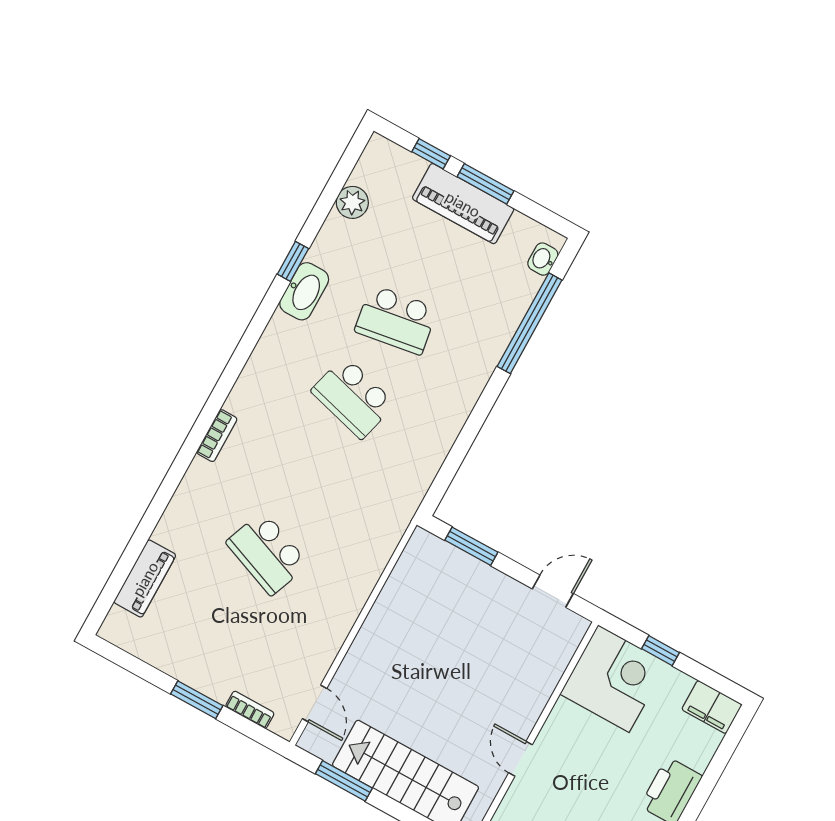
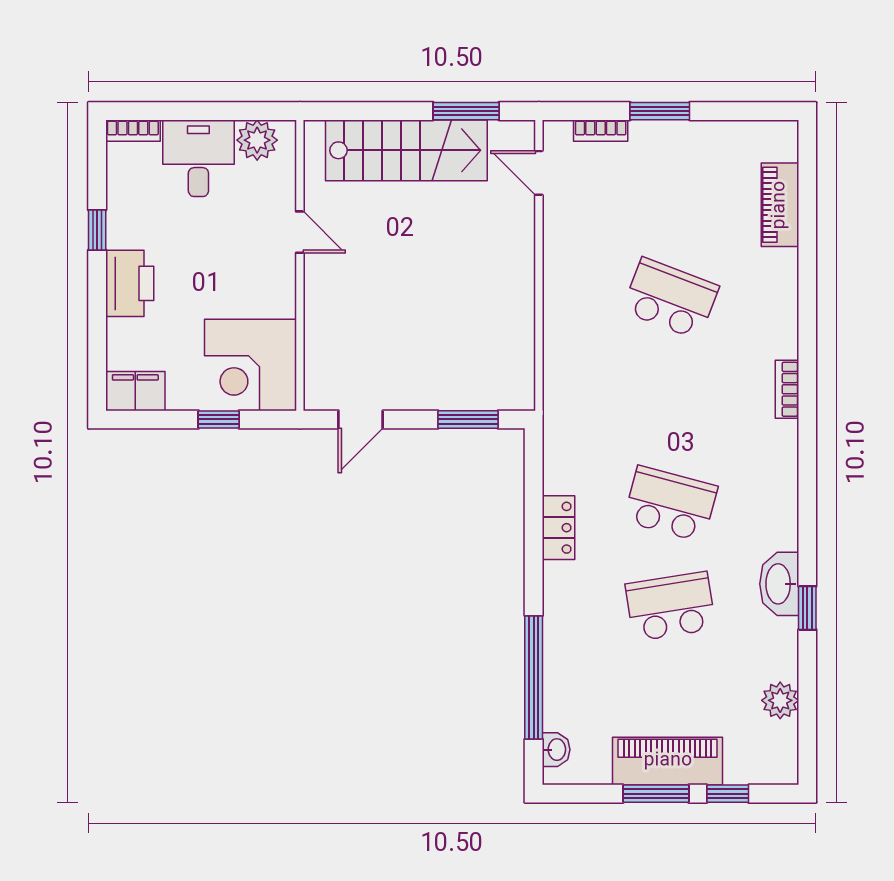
locker: (448, 426) -> (558, 528), added

